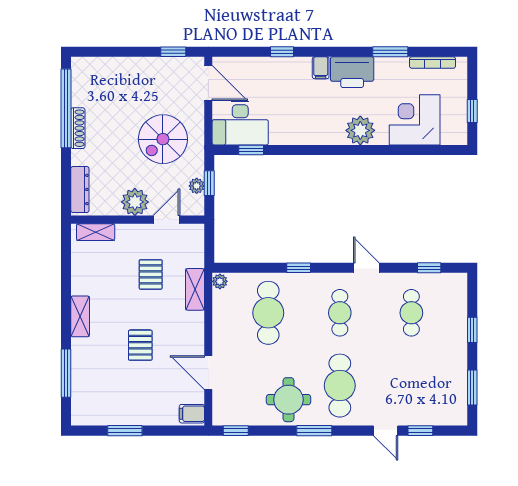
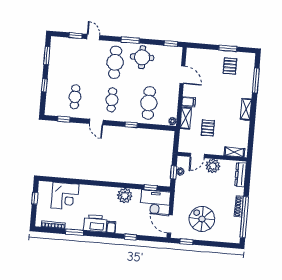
plant: (360, 130) -> (125, 196), moved
spiral stairs: (163, 139) -> (202, 219), moved, turned -90
pallet: (140, 345) -> (230, 66), moved
filing cabinet: (192, 414) -> (189, 102), moved

